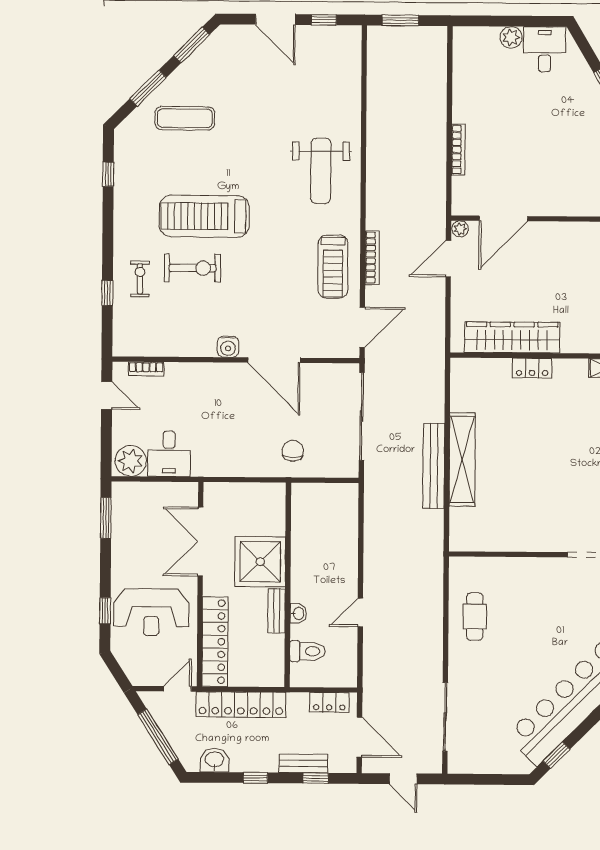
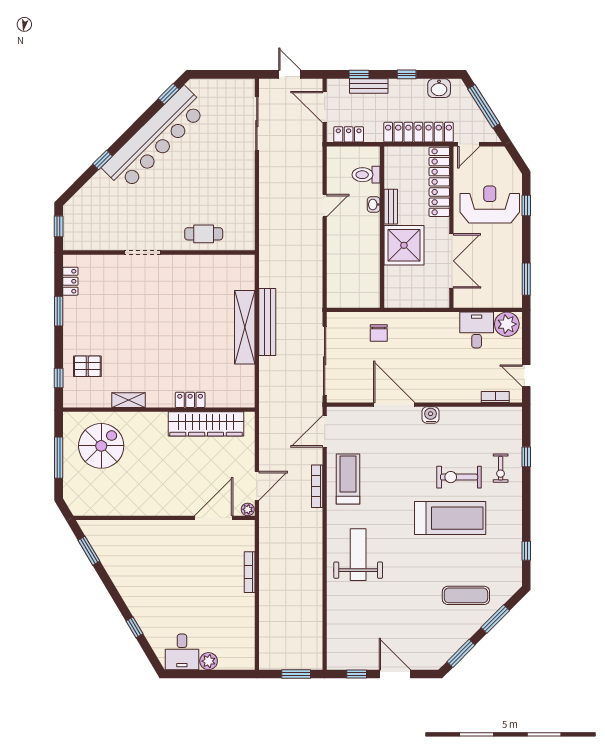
cafe table: (475, 617) -> (204, 234), moved, turned 90

